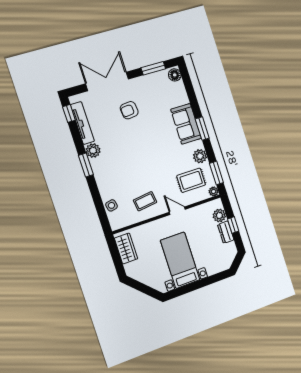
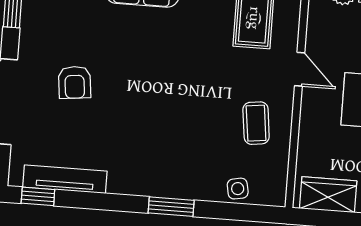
plant: (93, 150) -> (123, 181), removed
window: (86, 165) -> (171, 207), moved
door: (177, 211) -> (300, 69), swing flipped

